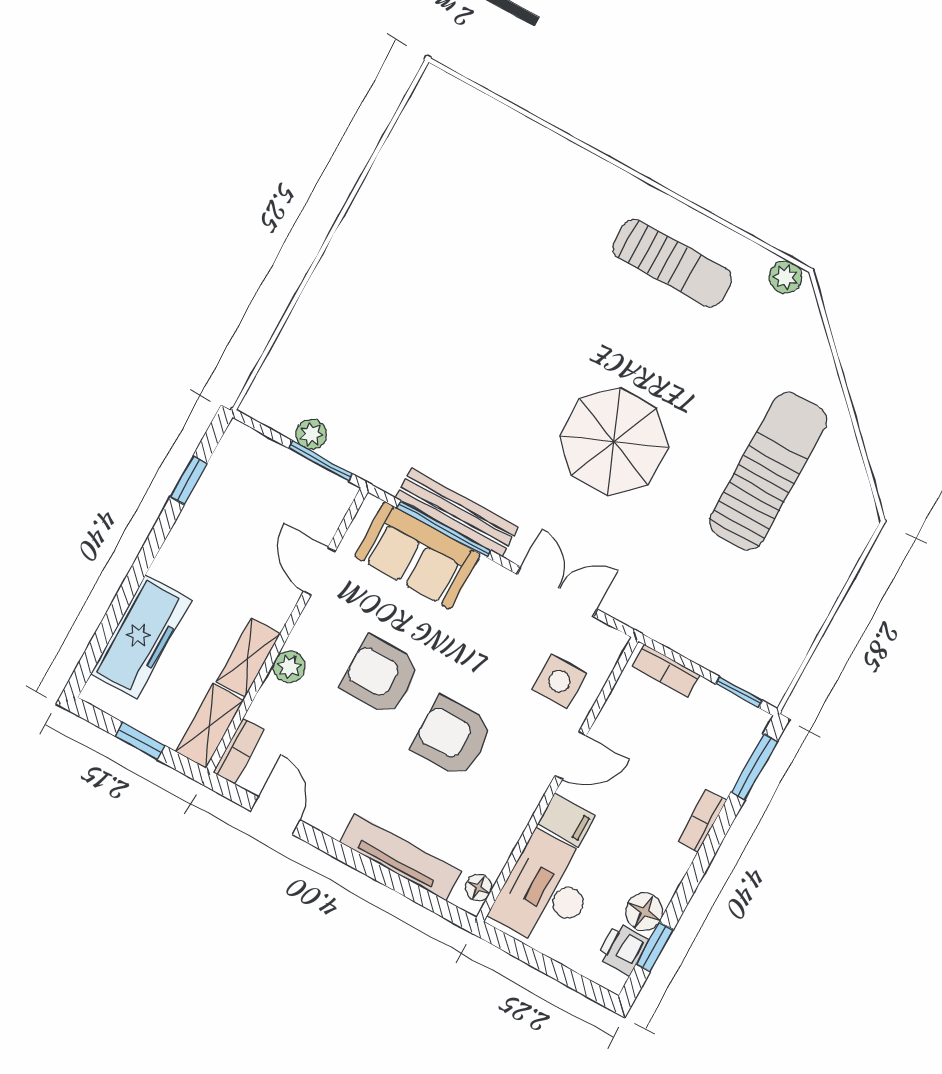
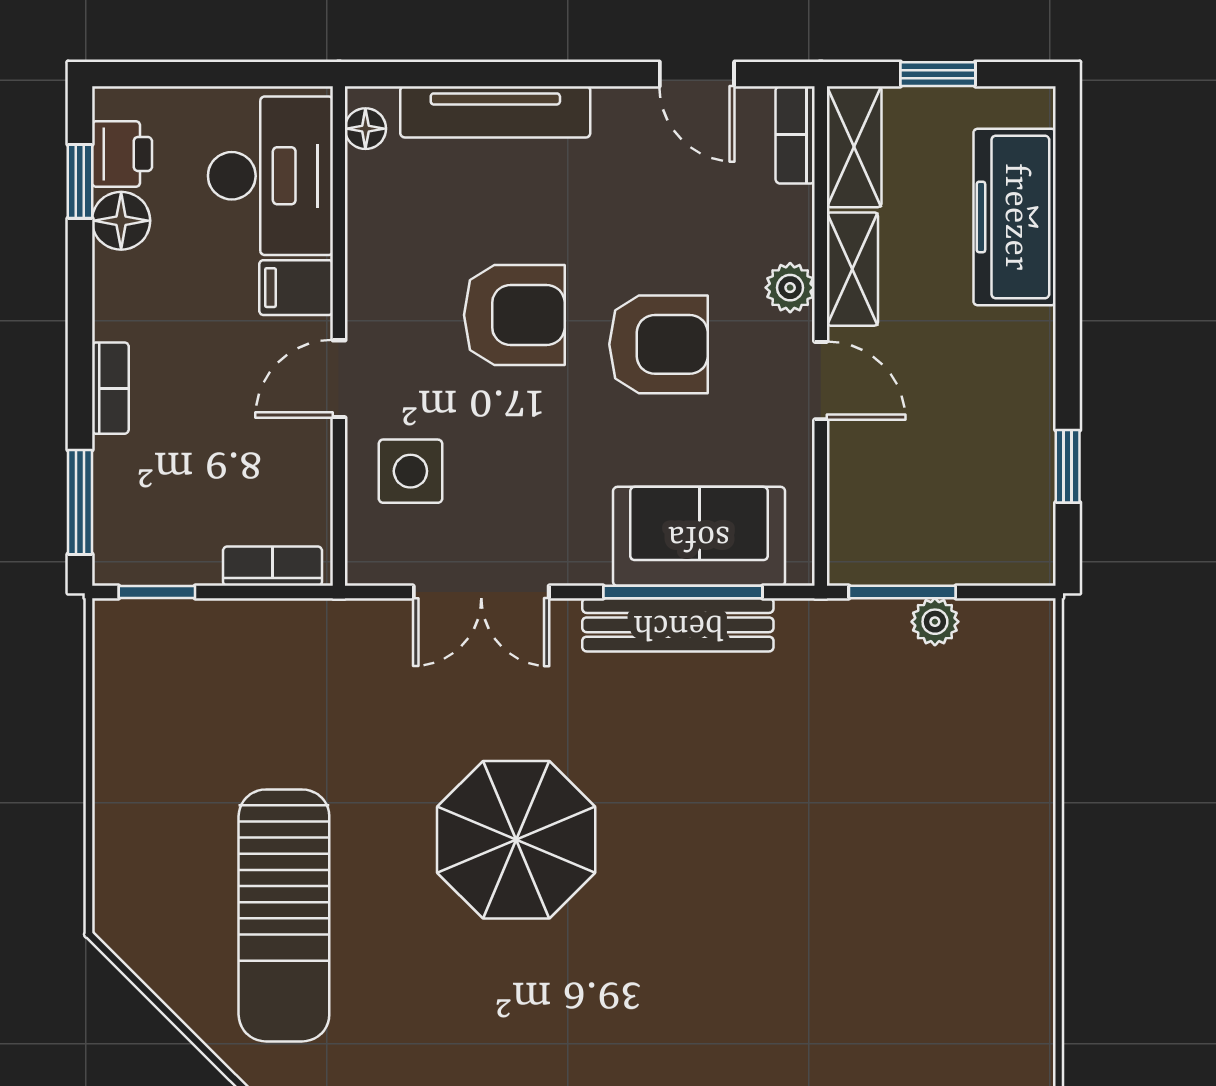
door: (319, 571) -> (821, 381), moved

